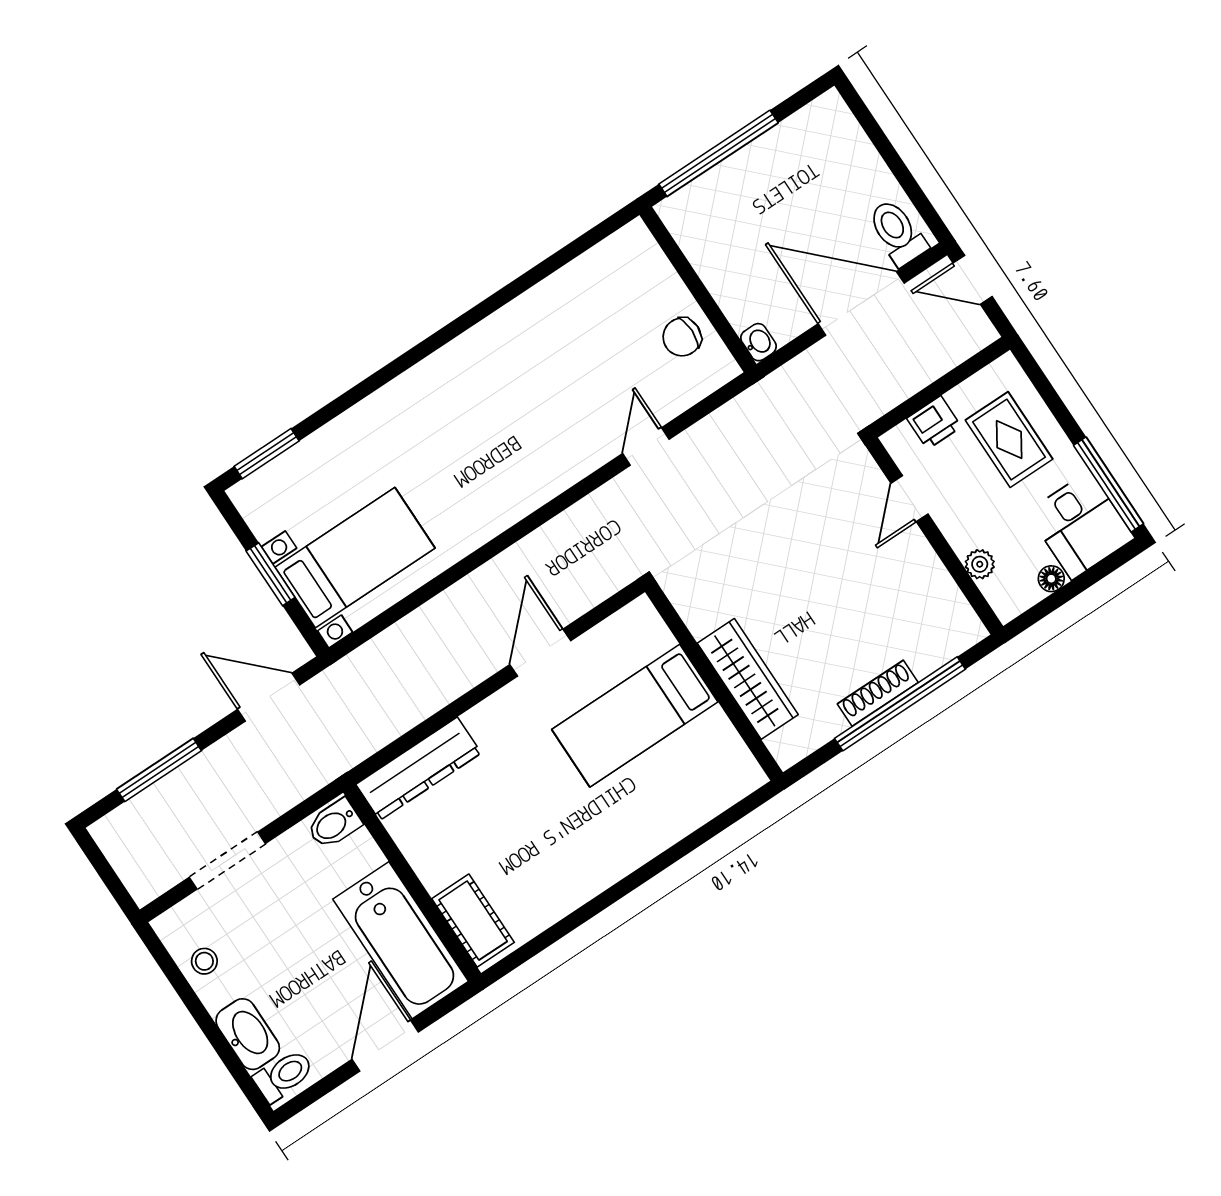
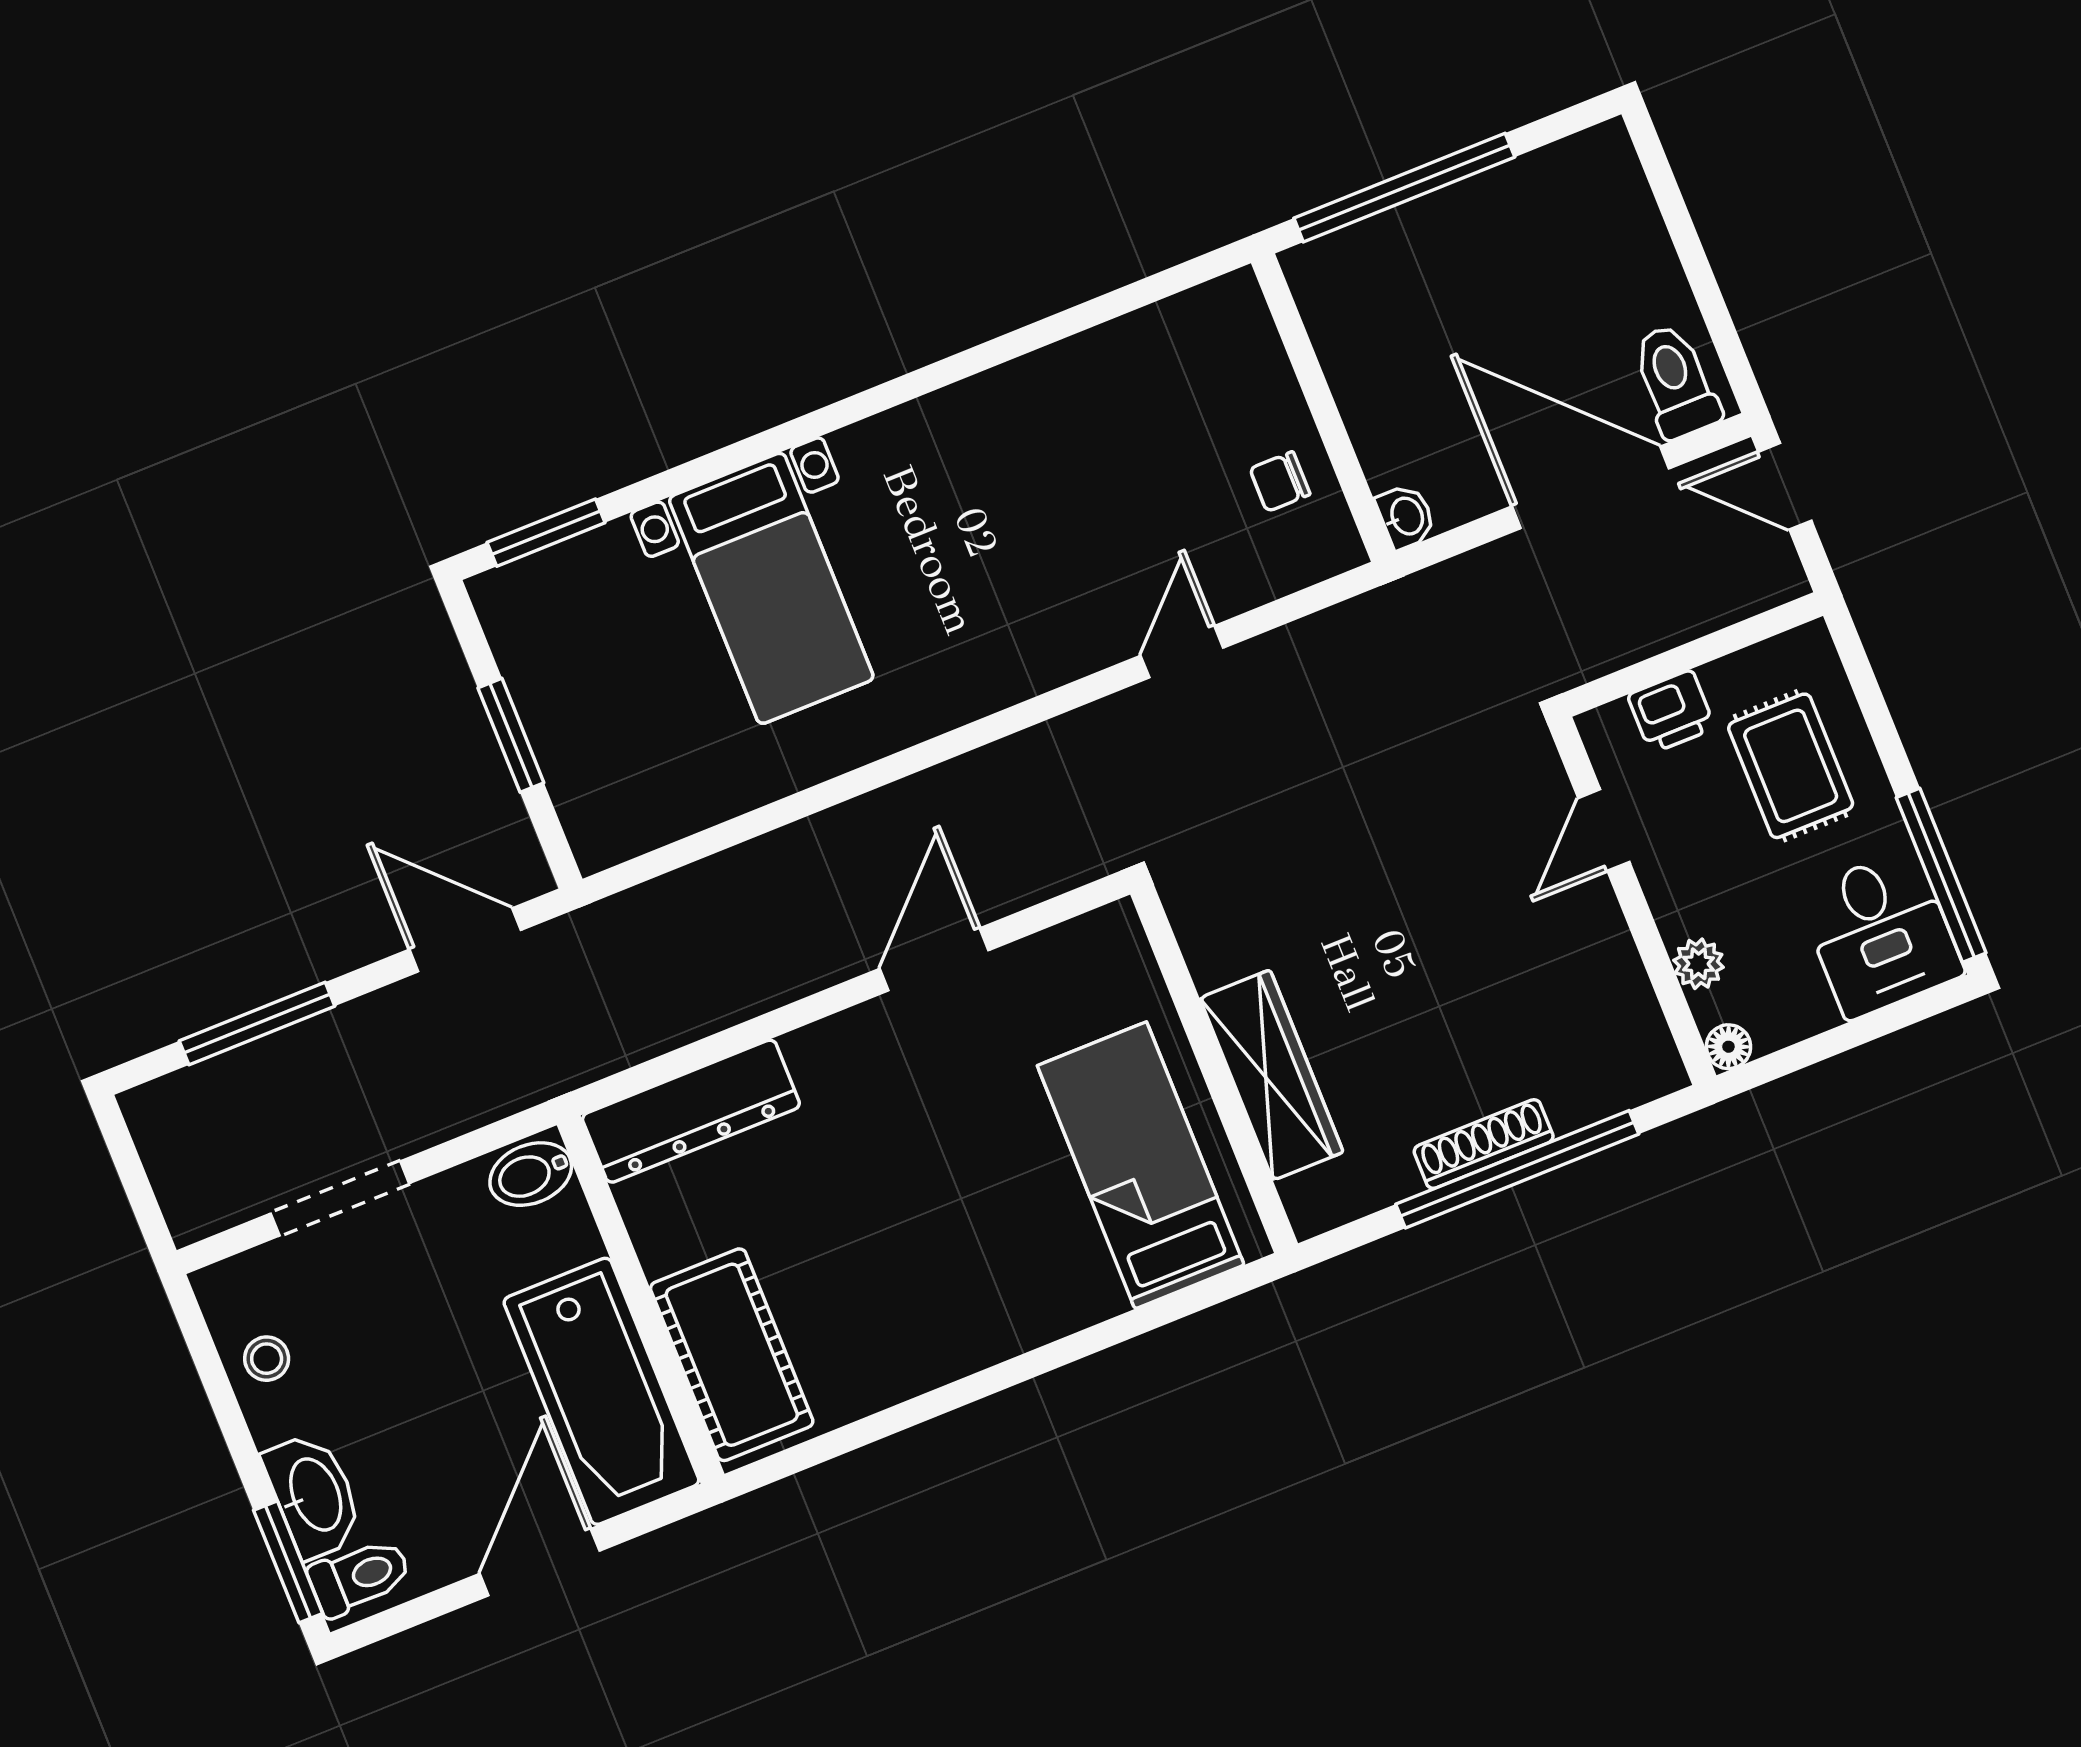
chair: (682, 337) -> (1280, 482), width x0.73, depth x0.73
bed with nightstands: (355, 558) -> (771, 588), moved, turned 90
floor lamp: (1051, 579) -> (1728, 1047), moved
bed: (635, 716) -> (1141, 1165), moved, turned 90
cot: (473, 921) -> (732, 1355), width x1.37, depth x1.34
window: (241, 1075) -> (288, 1562), added

